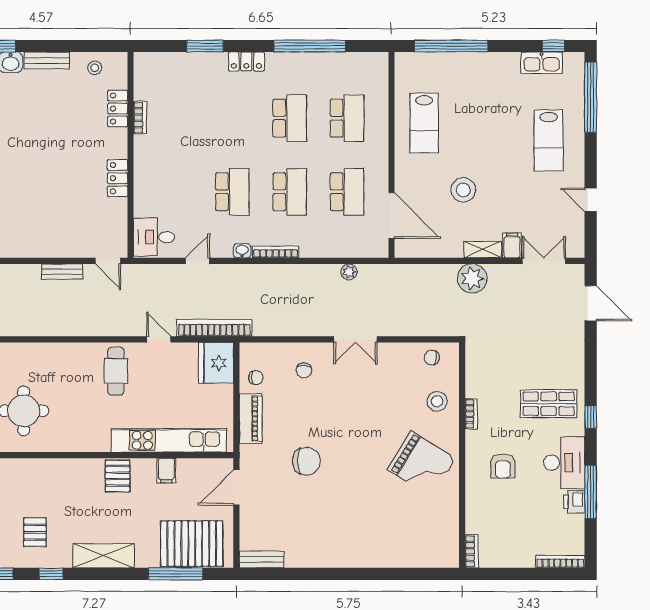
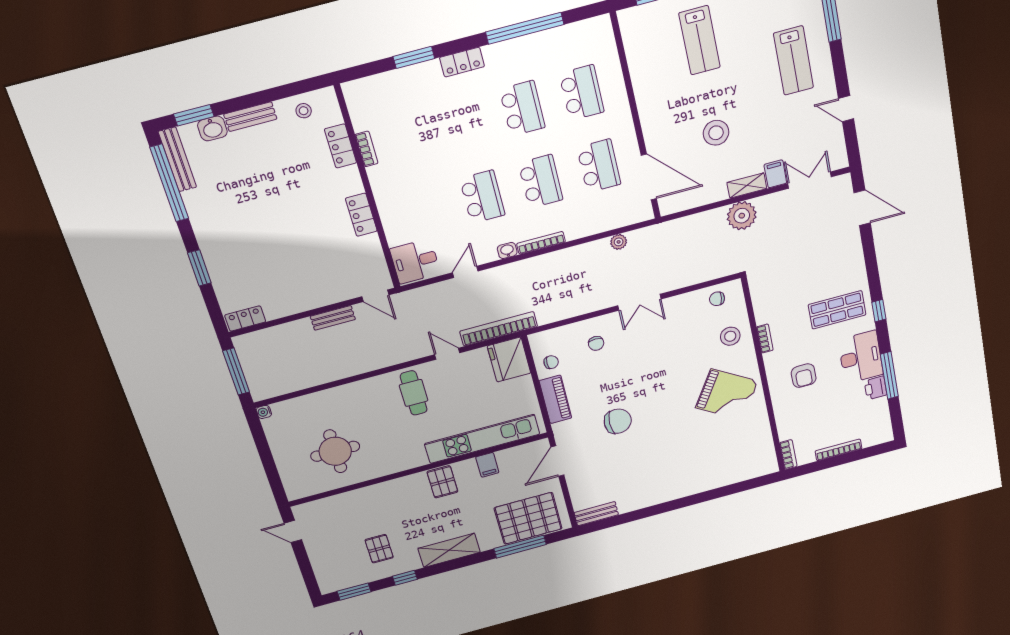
lab bench: (424, 123) -> (700, 40), moved
bookcase: (560, 562) -> (838, 450), moved

